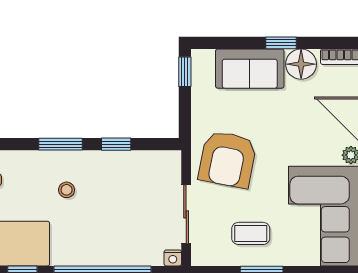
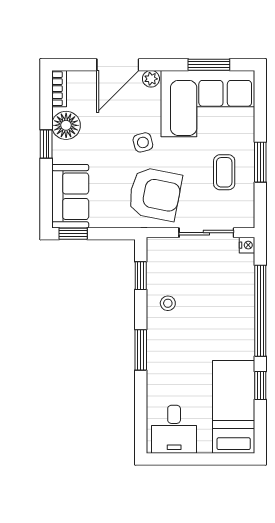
sofa: (250, 69) -> (70, 196), moved
window: (116, 144) -> (141, 276), moved
side table: (283, 146) -> (143, 142), added
stool: (67, 190) -> (168, 303), moved

